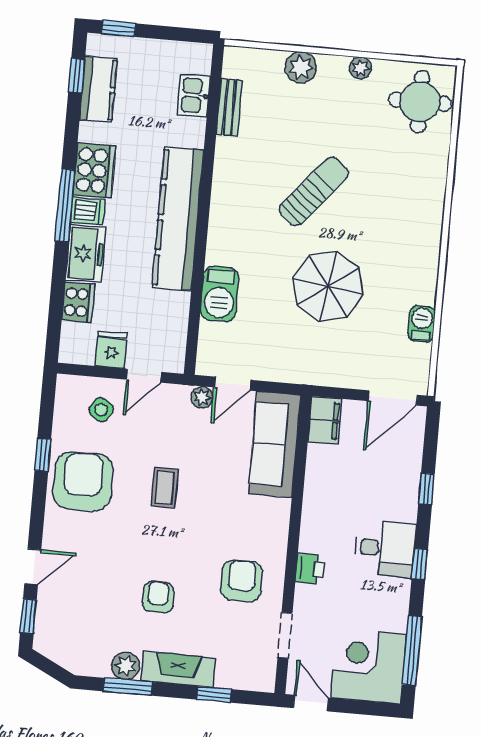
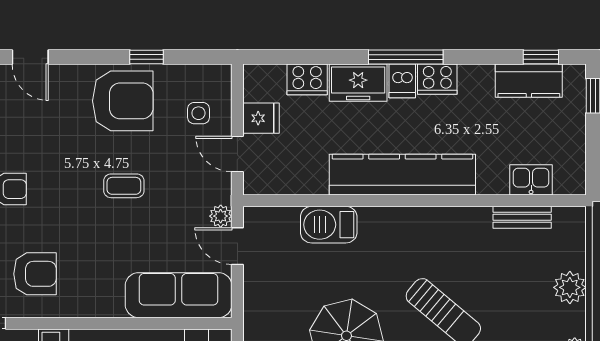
cooker: (94, 170) -> (437, 79), width x0.73, depth x0.76
side table: (101, 410) -> (198, 113), turned -33

